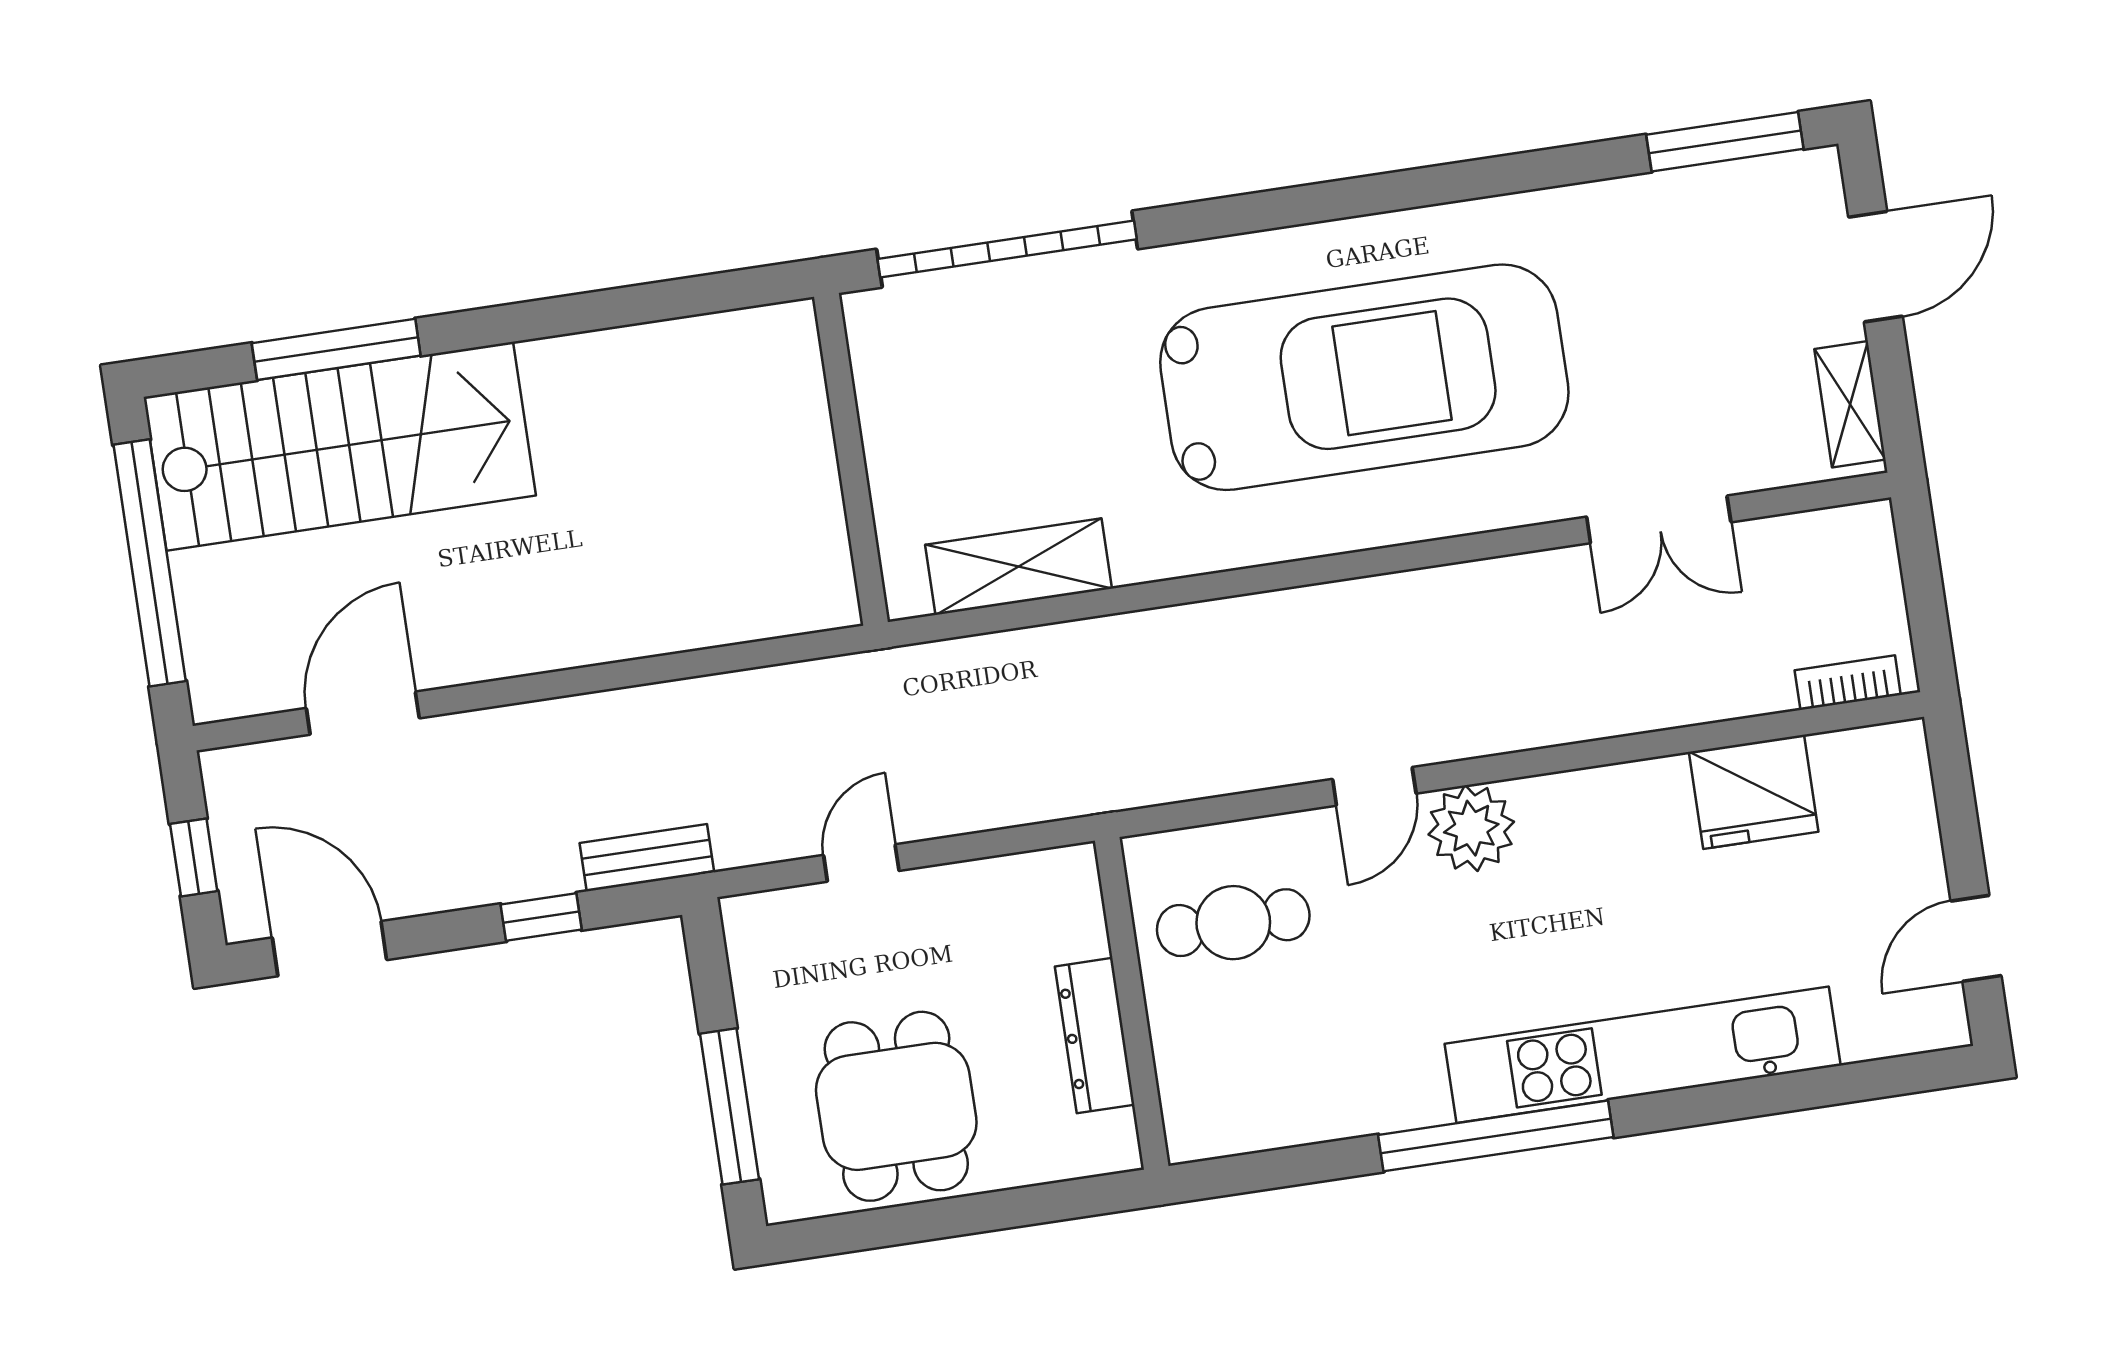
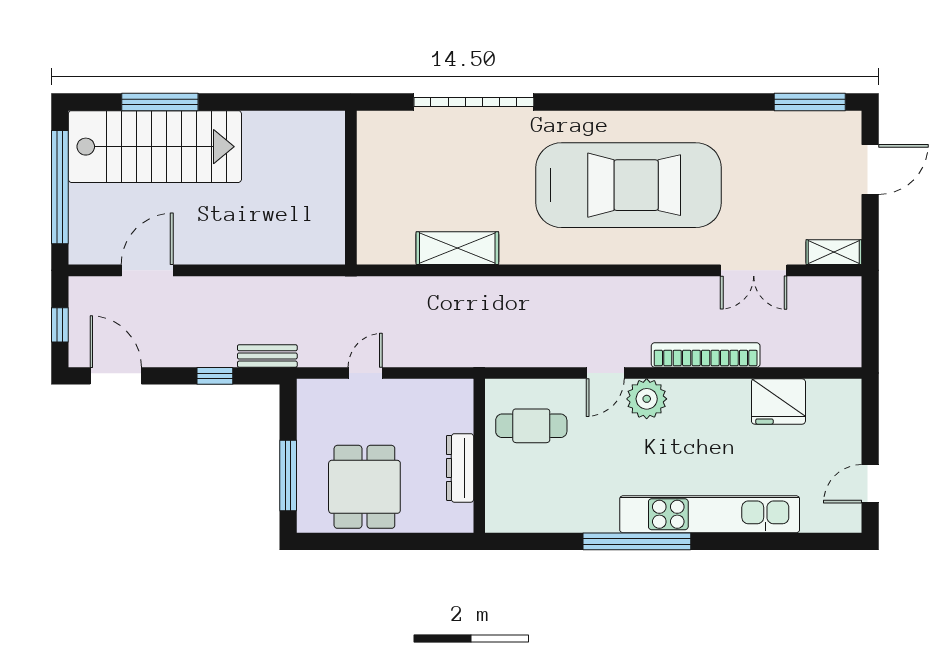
shelving: (1850, 404) -> (834, 252), moved, turned 90
wall: (851, 459) -> (351, 188), moved
bookcase: (1848, 683) -> (706, 355), moved, width x2.31, depth x1.31

